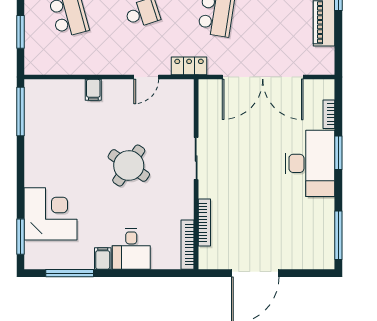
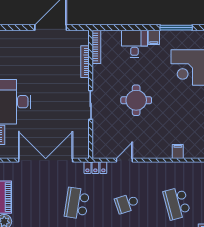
filing cabinet: (93, 90) -> (178, 151), moved
round table: (129, 166) -> (136, 100), turned -34

